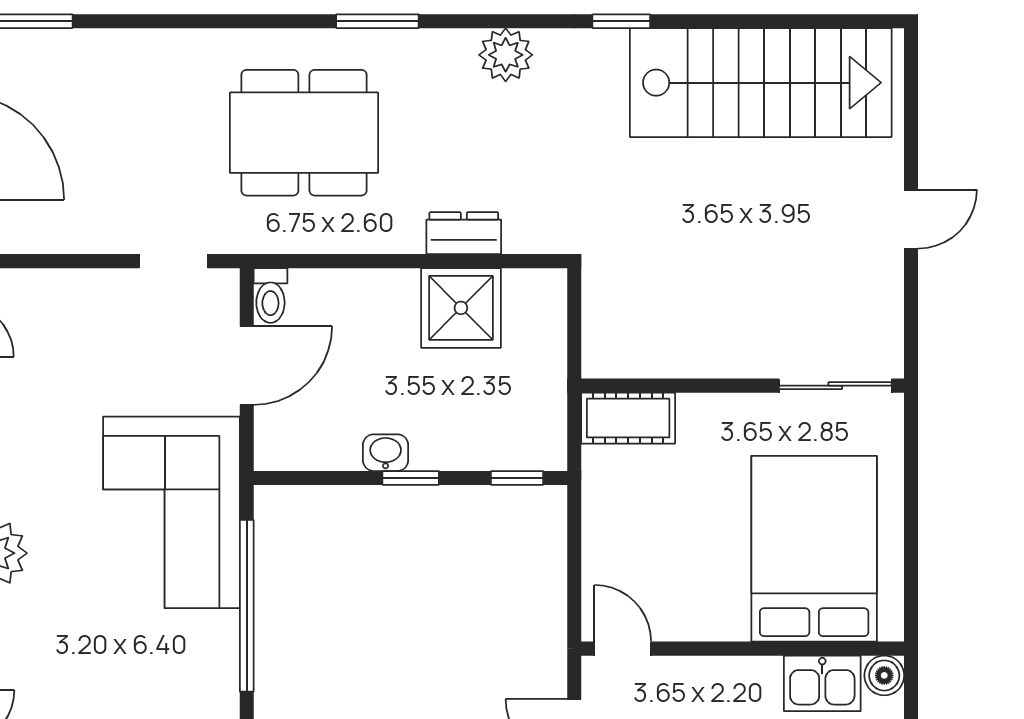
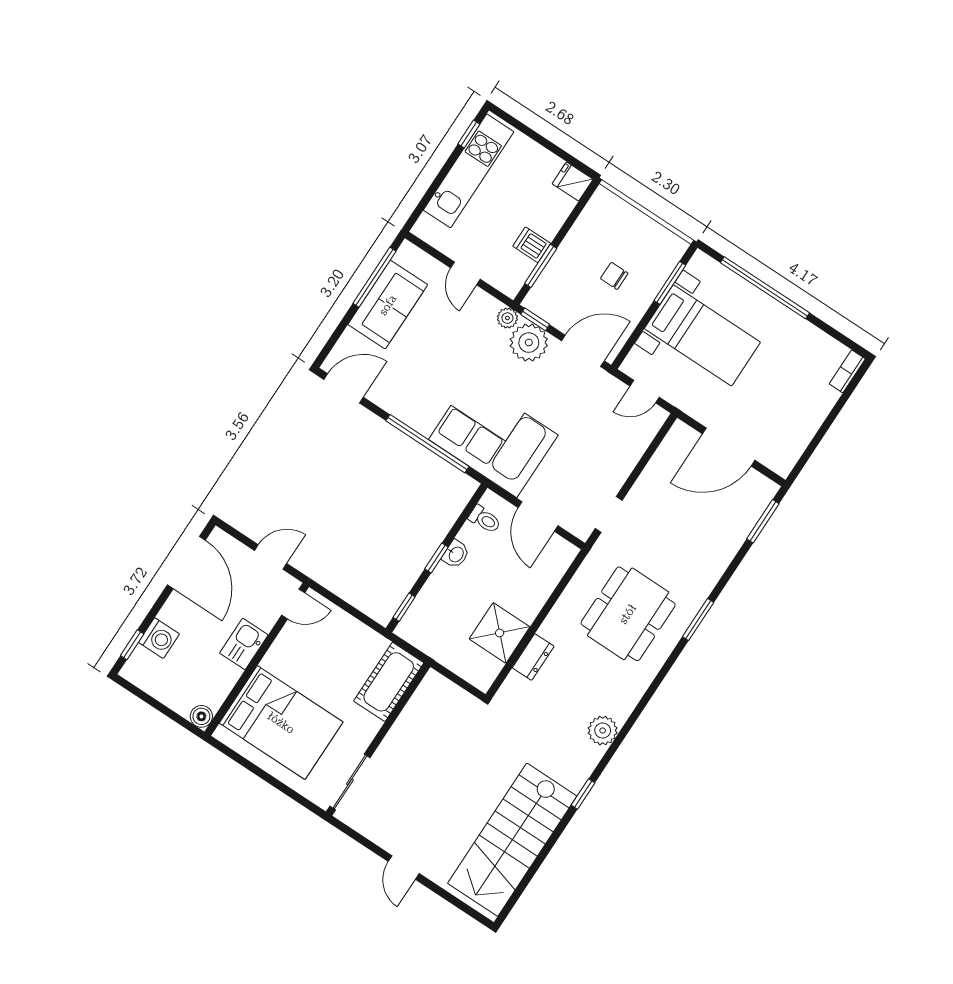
window: (377, 21) -> (698, 620), moved
toilet: (270, 295) -> (485, 519), moved, turned 180
cot: (628, 418) -> (389, 682), width x1.37, depth x1.34
kitchen sink: (822, 683) -> (244, 644), moved

